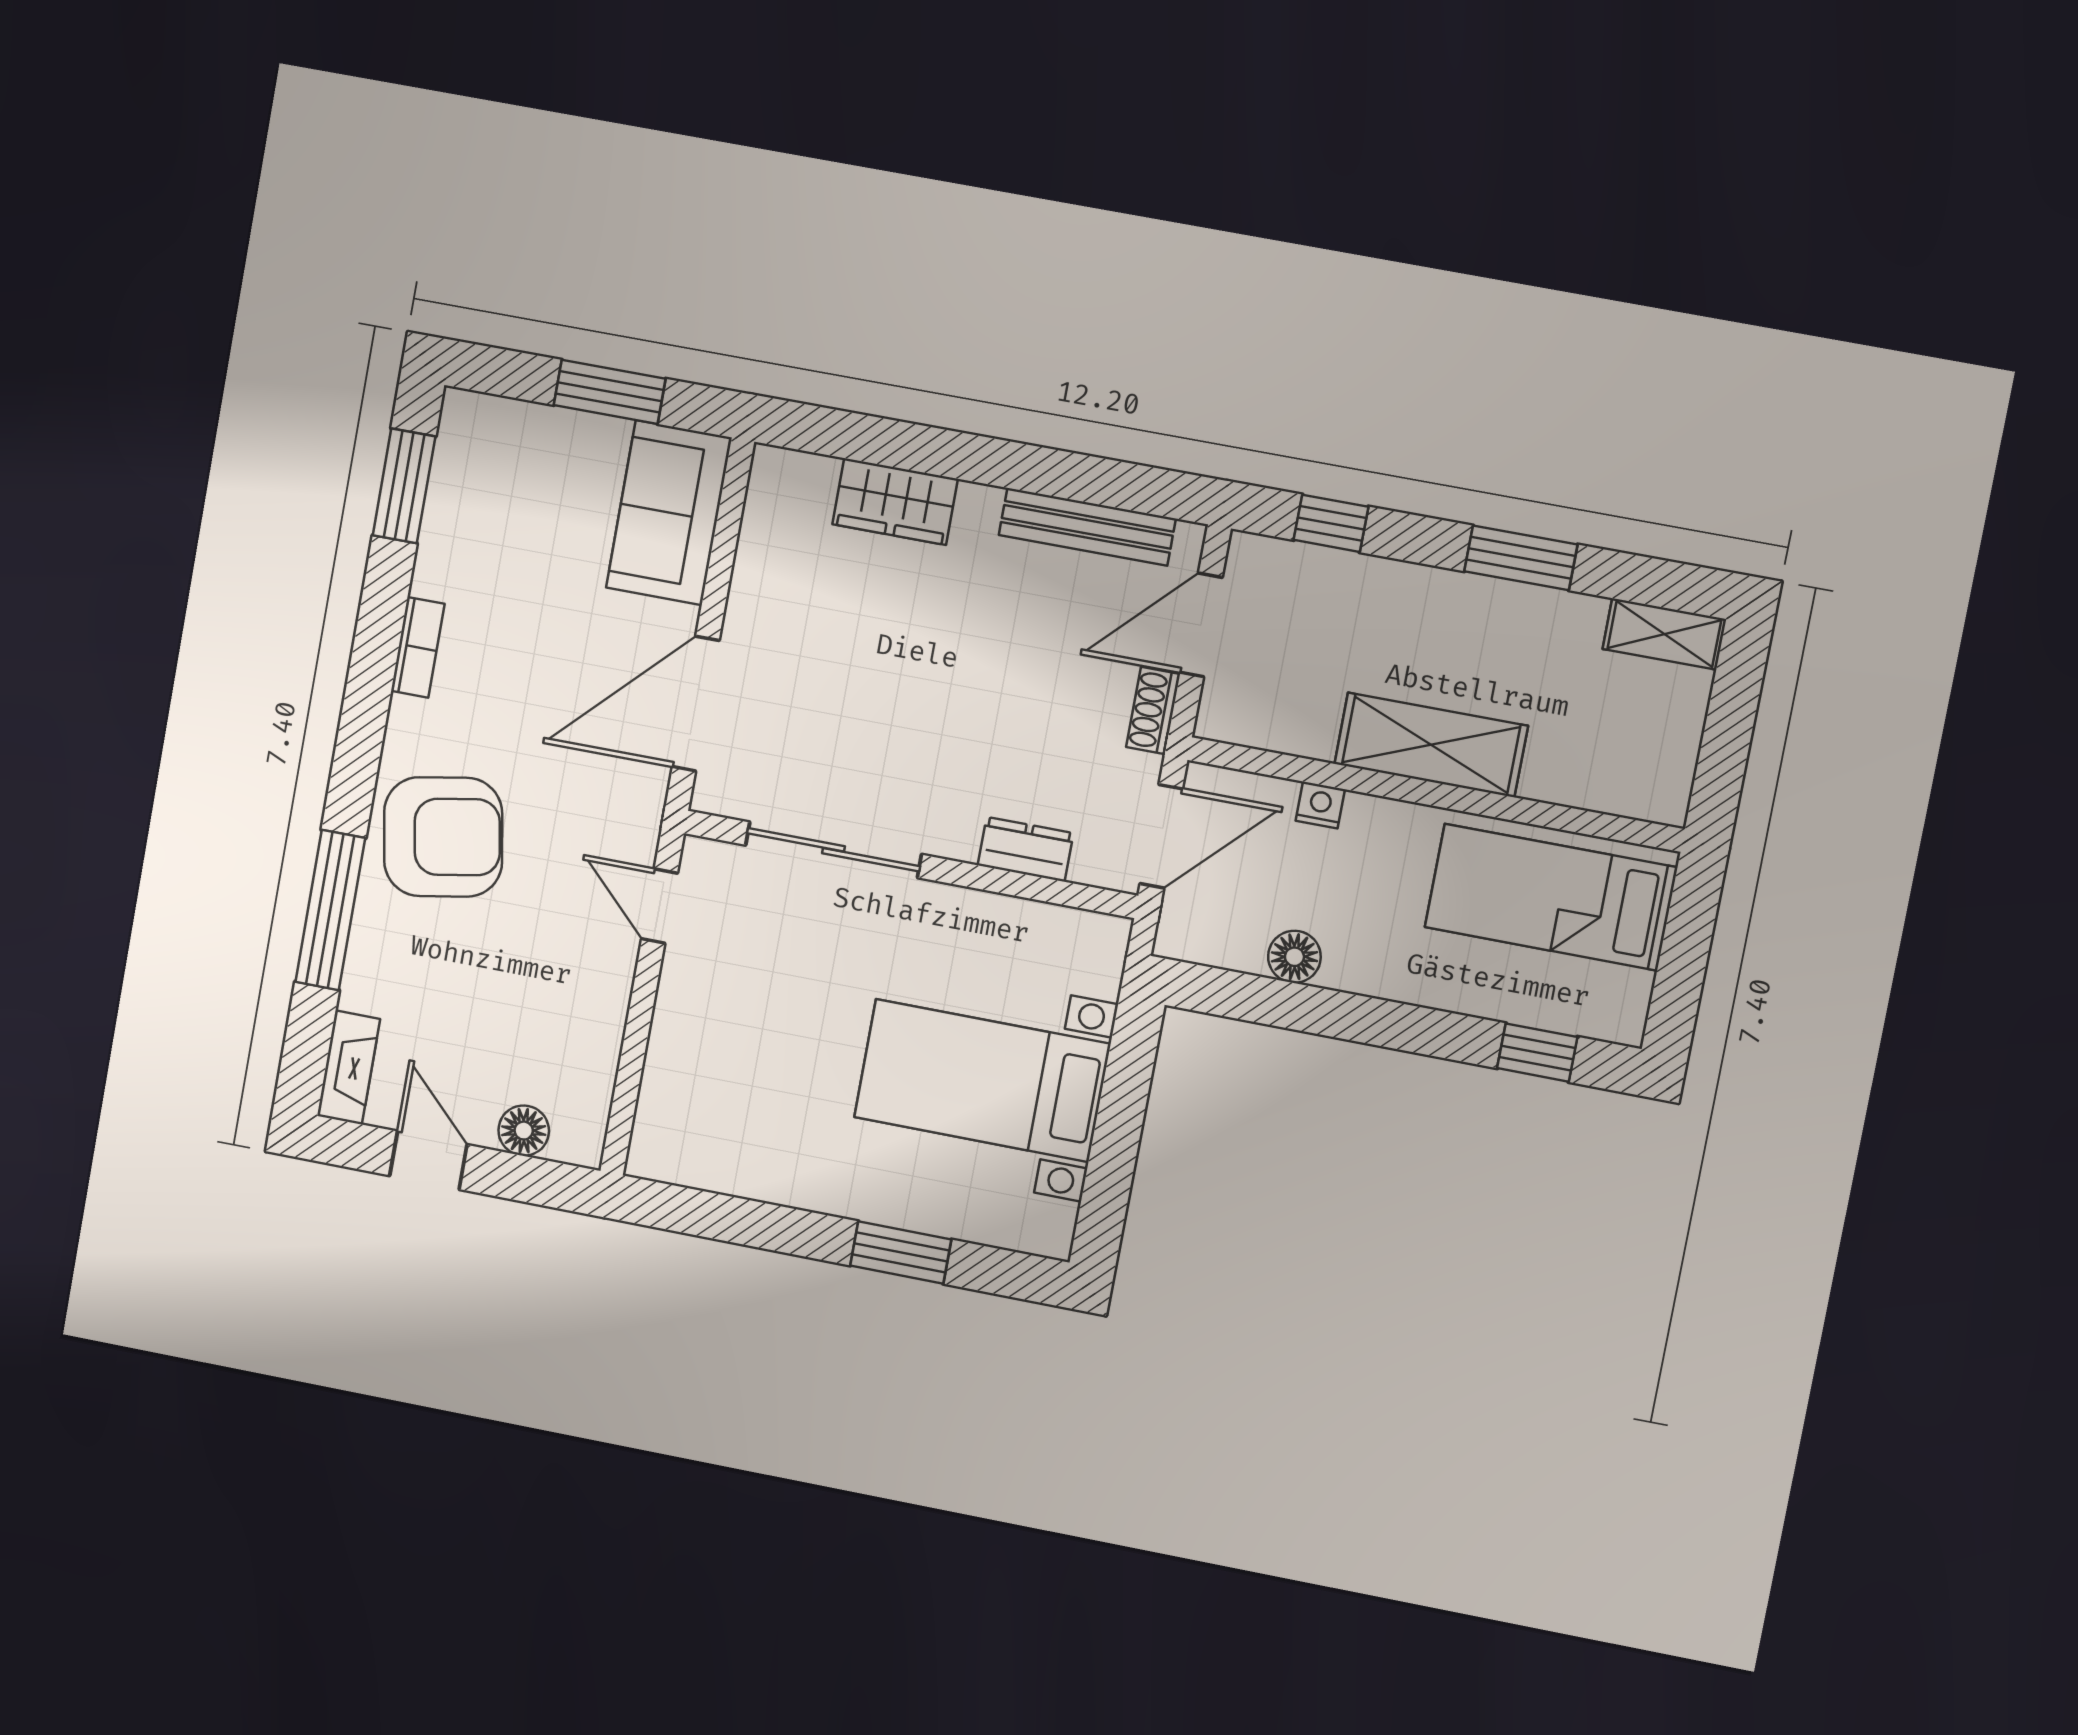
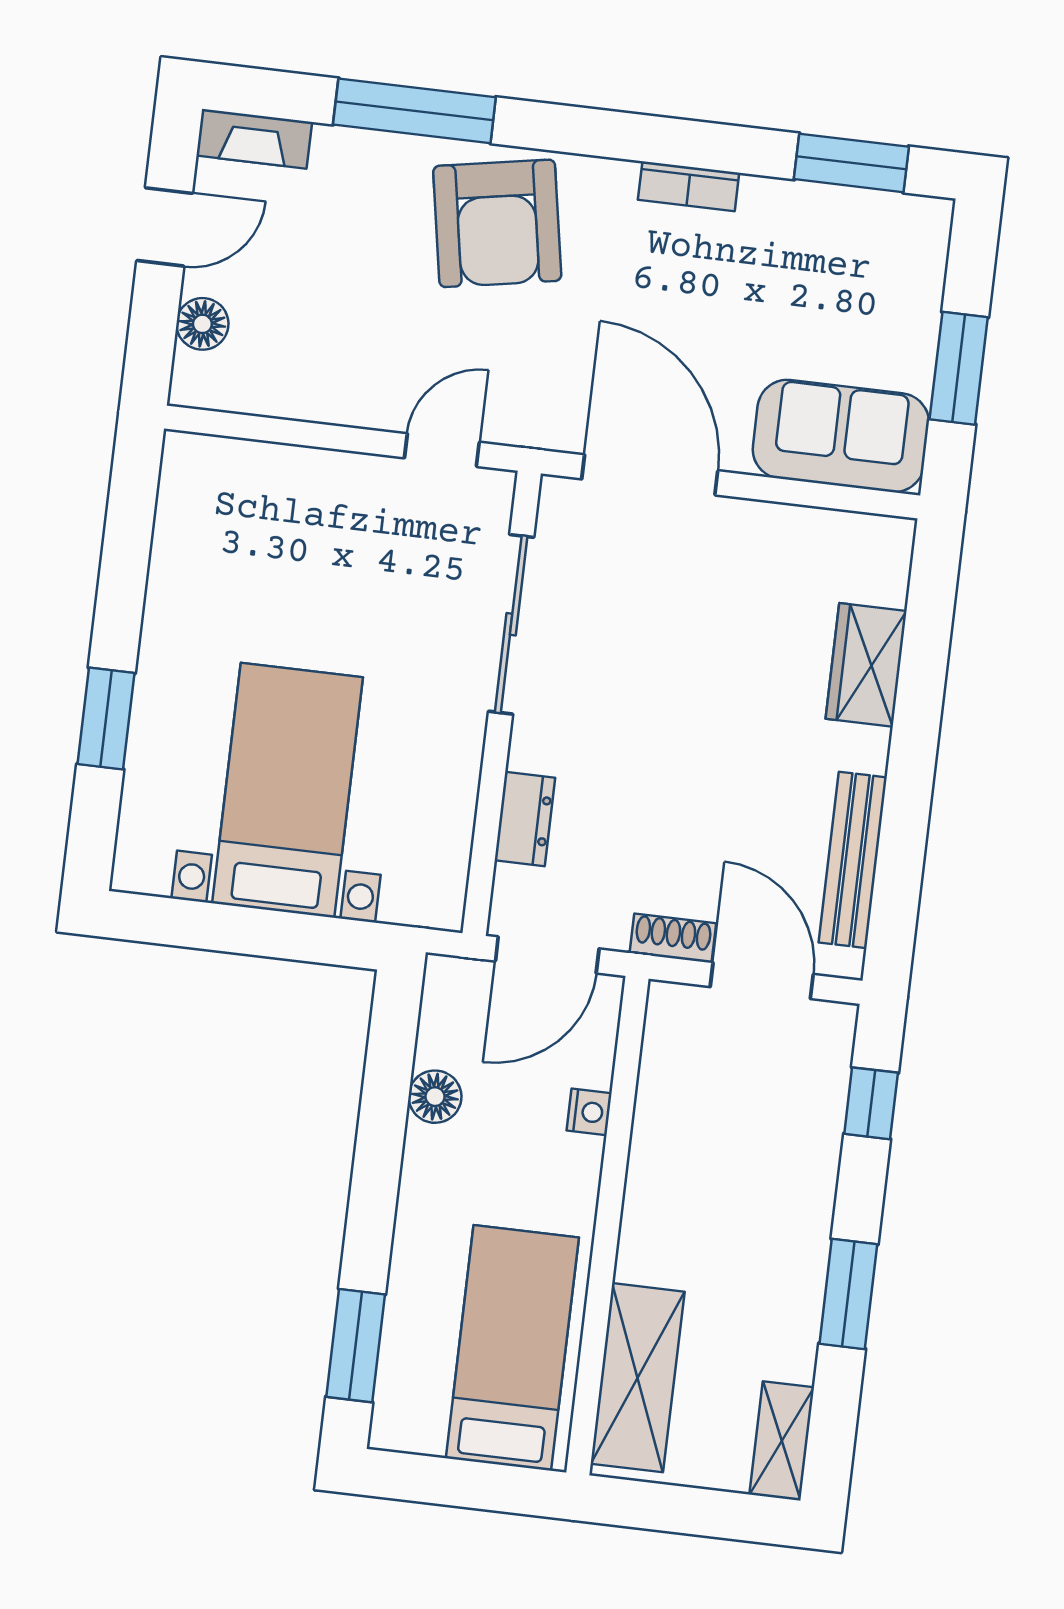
shelving: (1431, 745) -> (638, 1378), moved
door: (1161, 836) -> (547, 955), hinge flipped
window: (1537, 1053) -> (356, 1346), width x1.50

